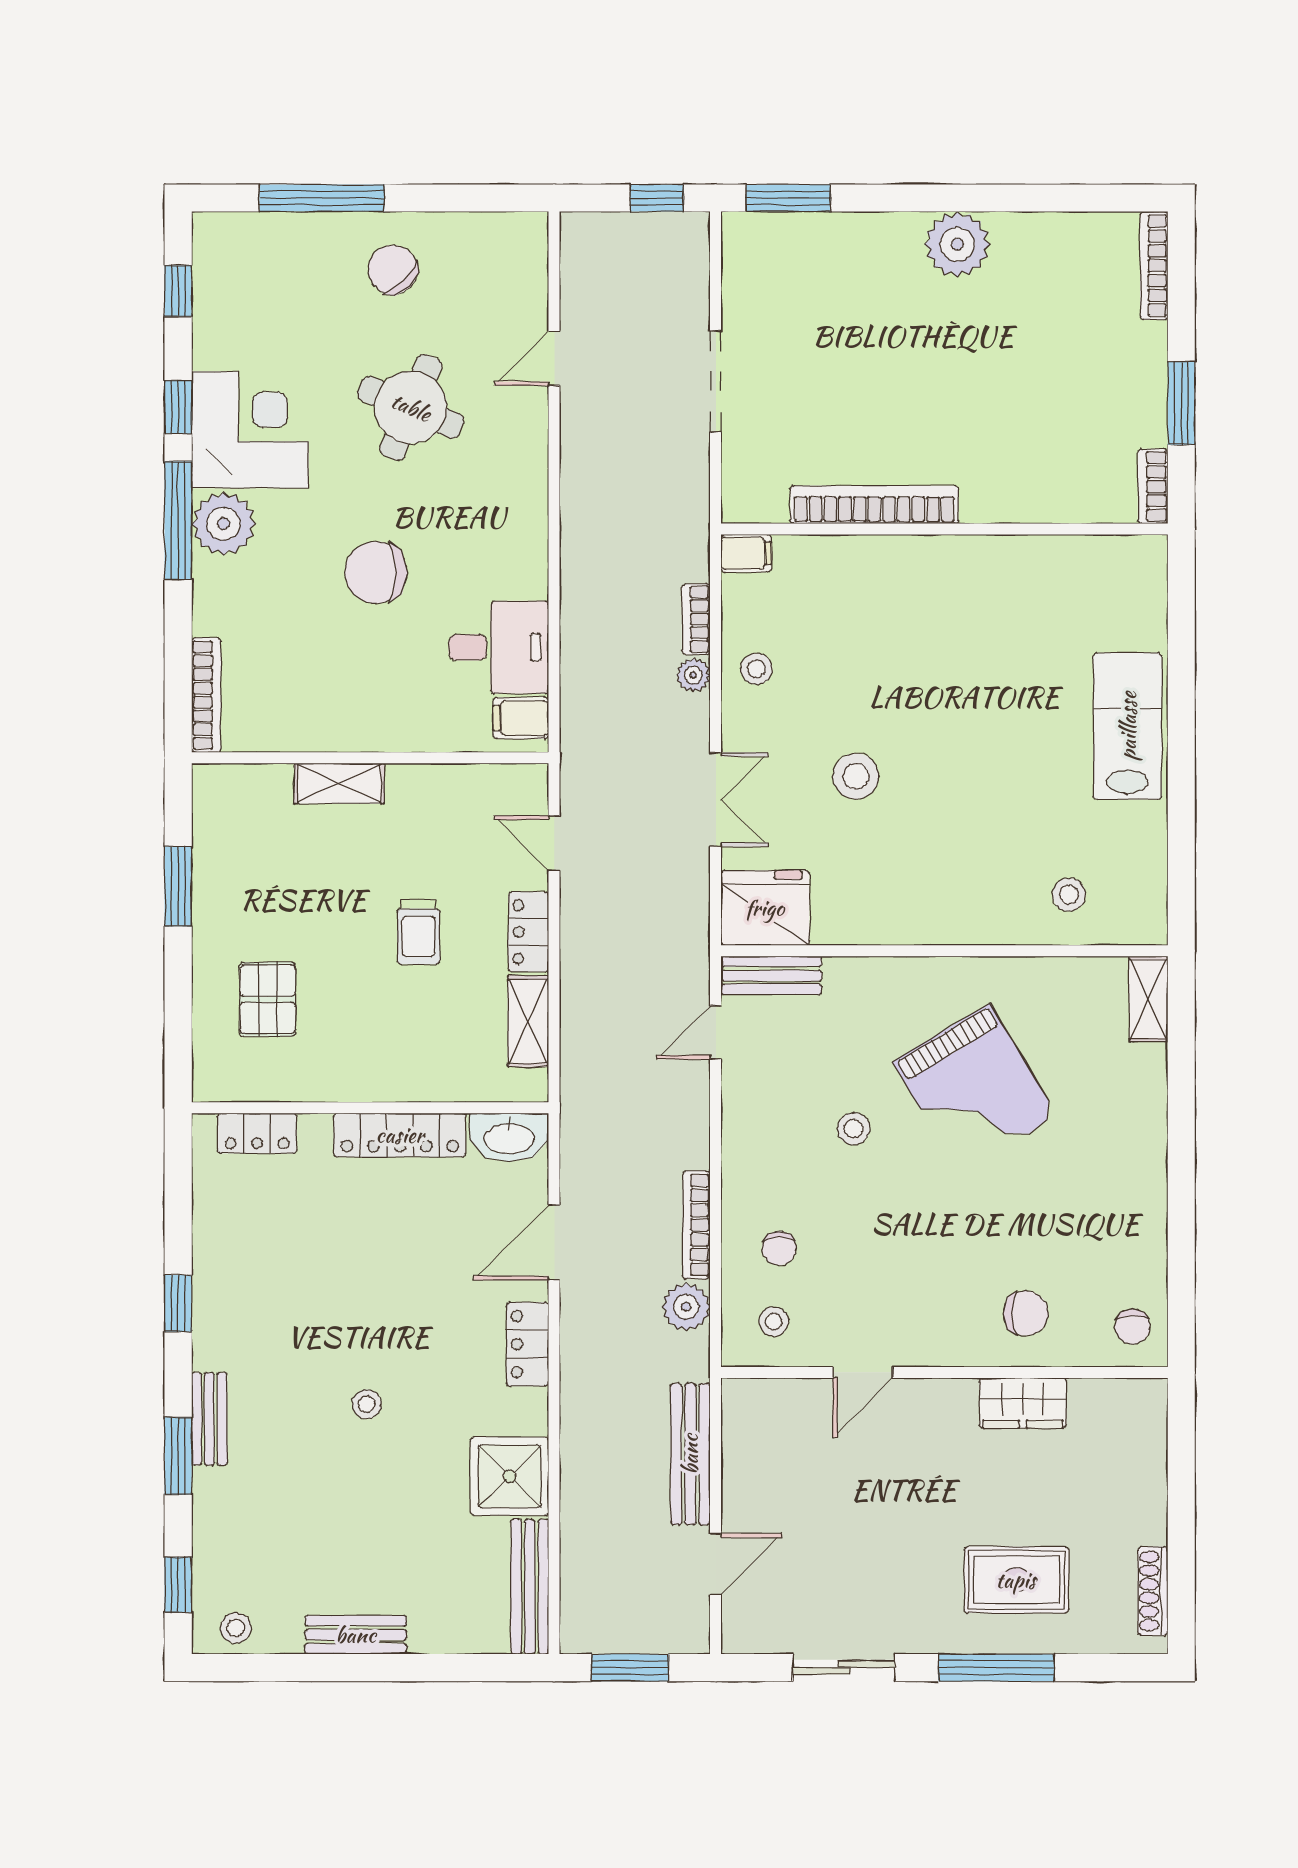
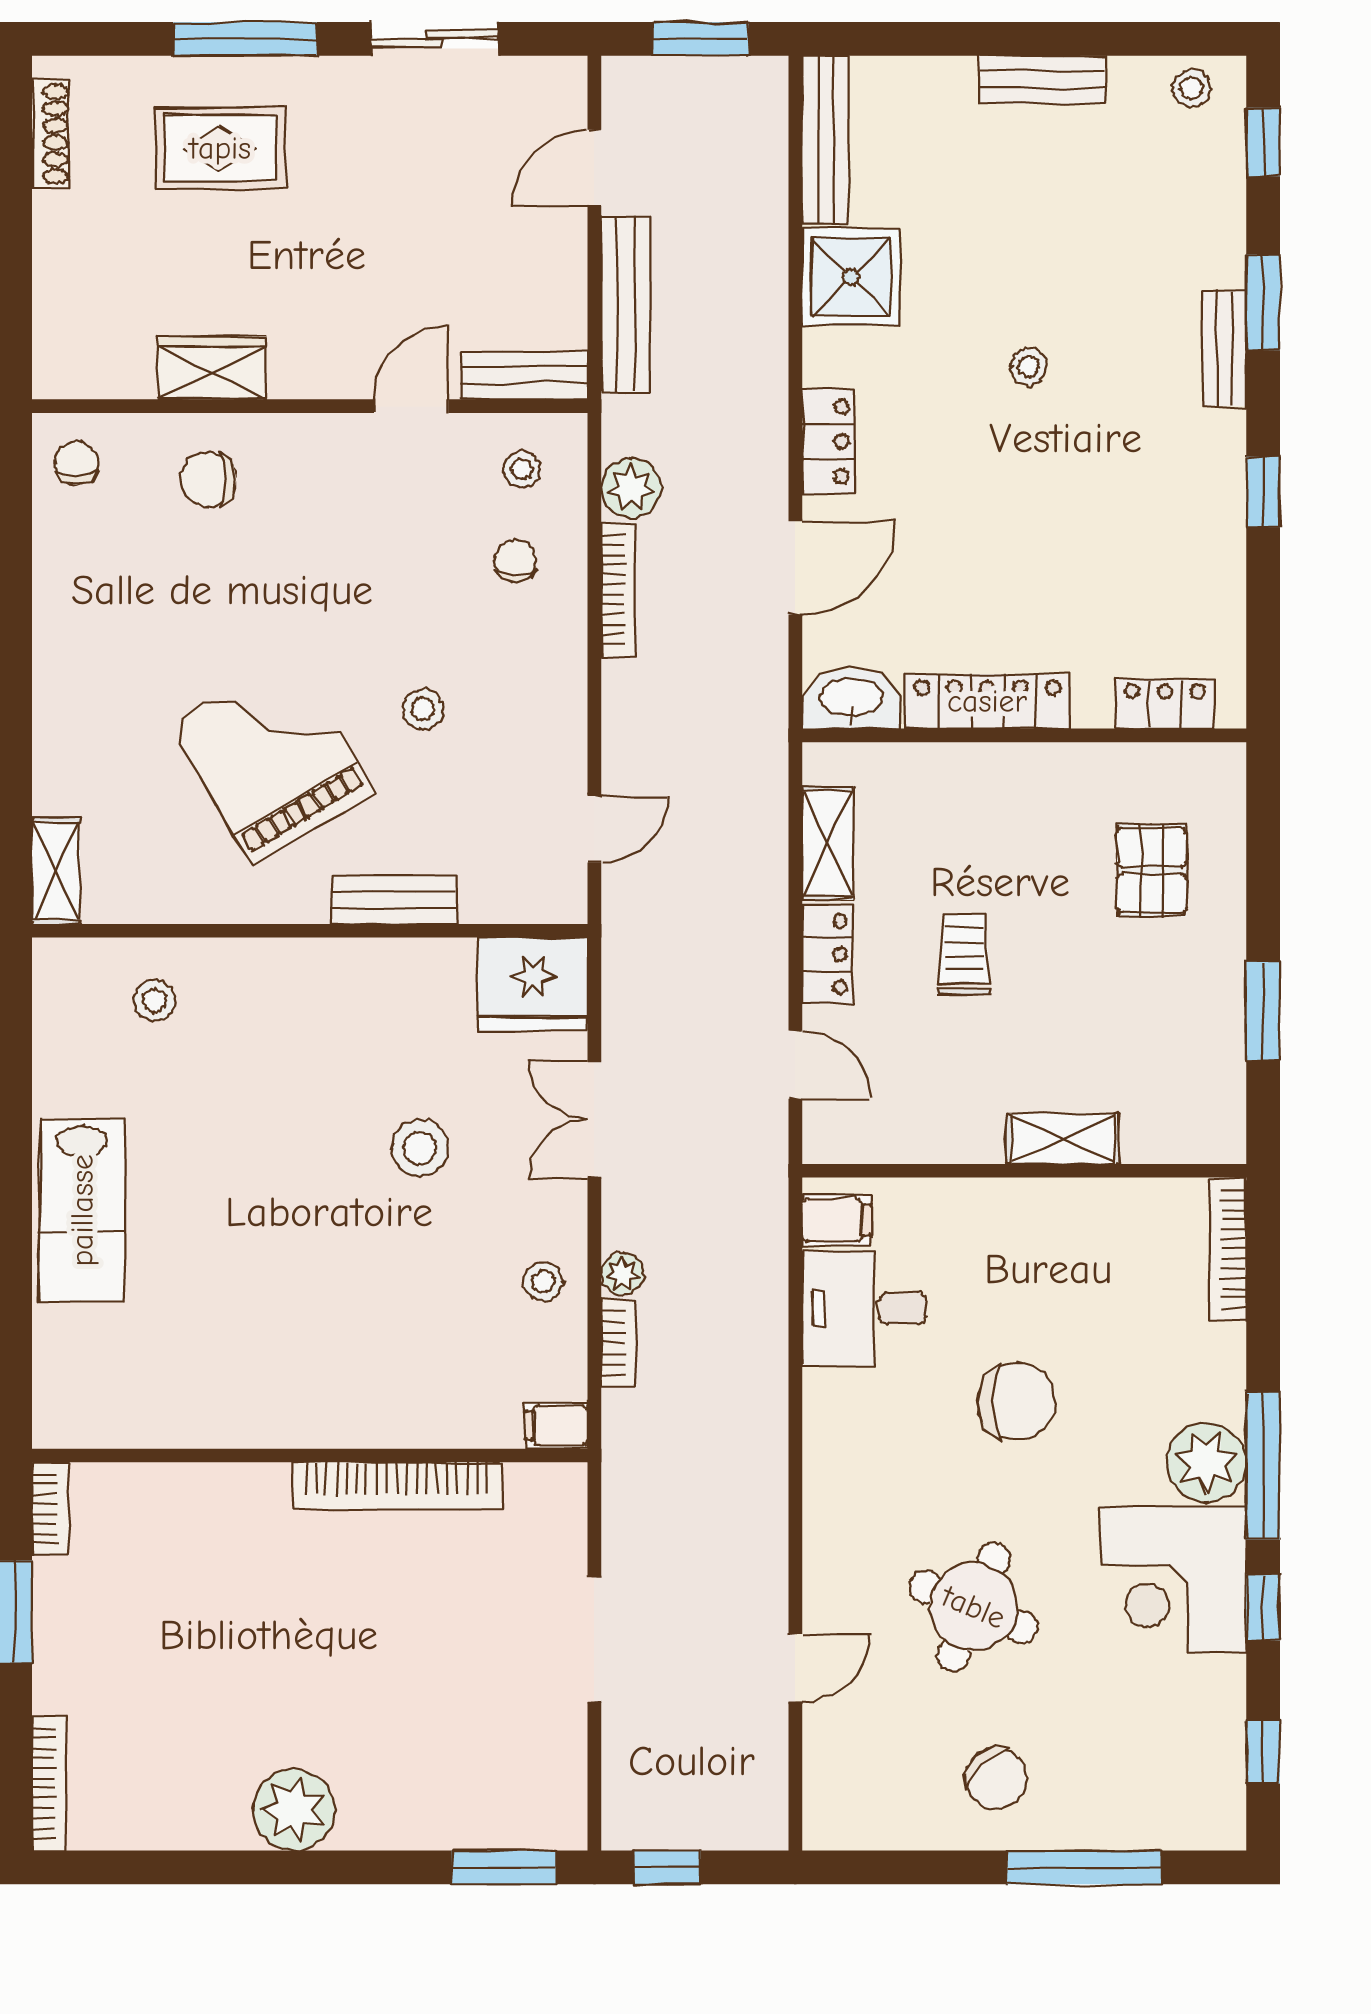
bench: (771, 975) -> (394, 900), moved
bench: (772, 1397) -> (525, 375), added

